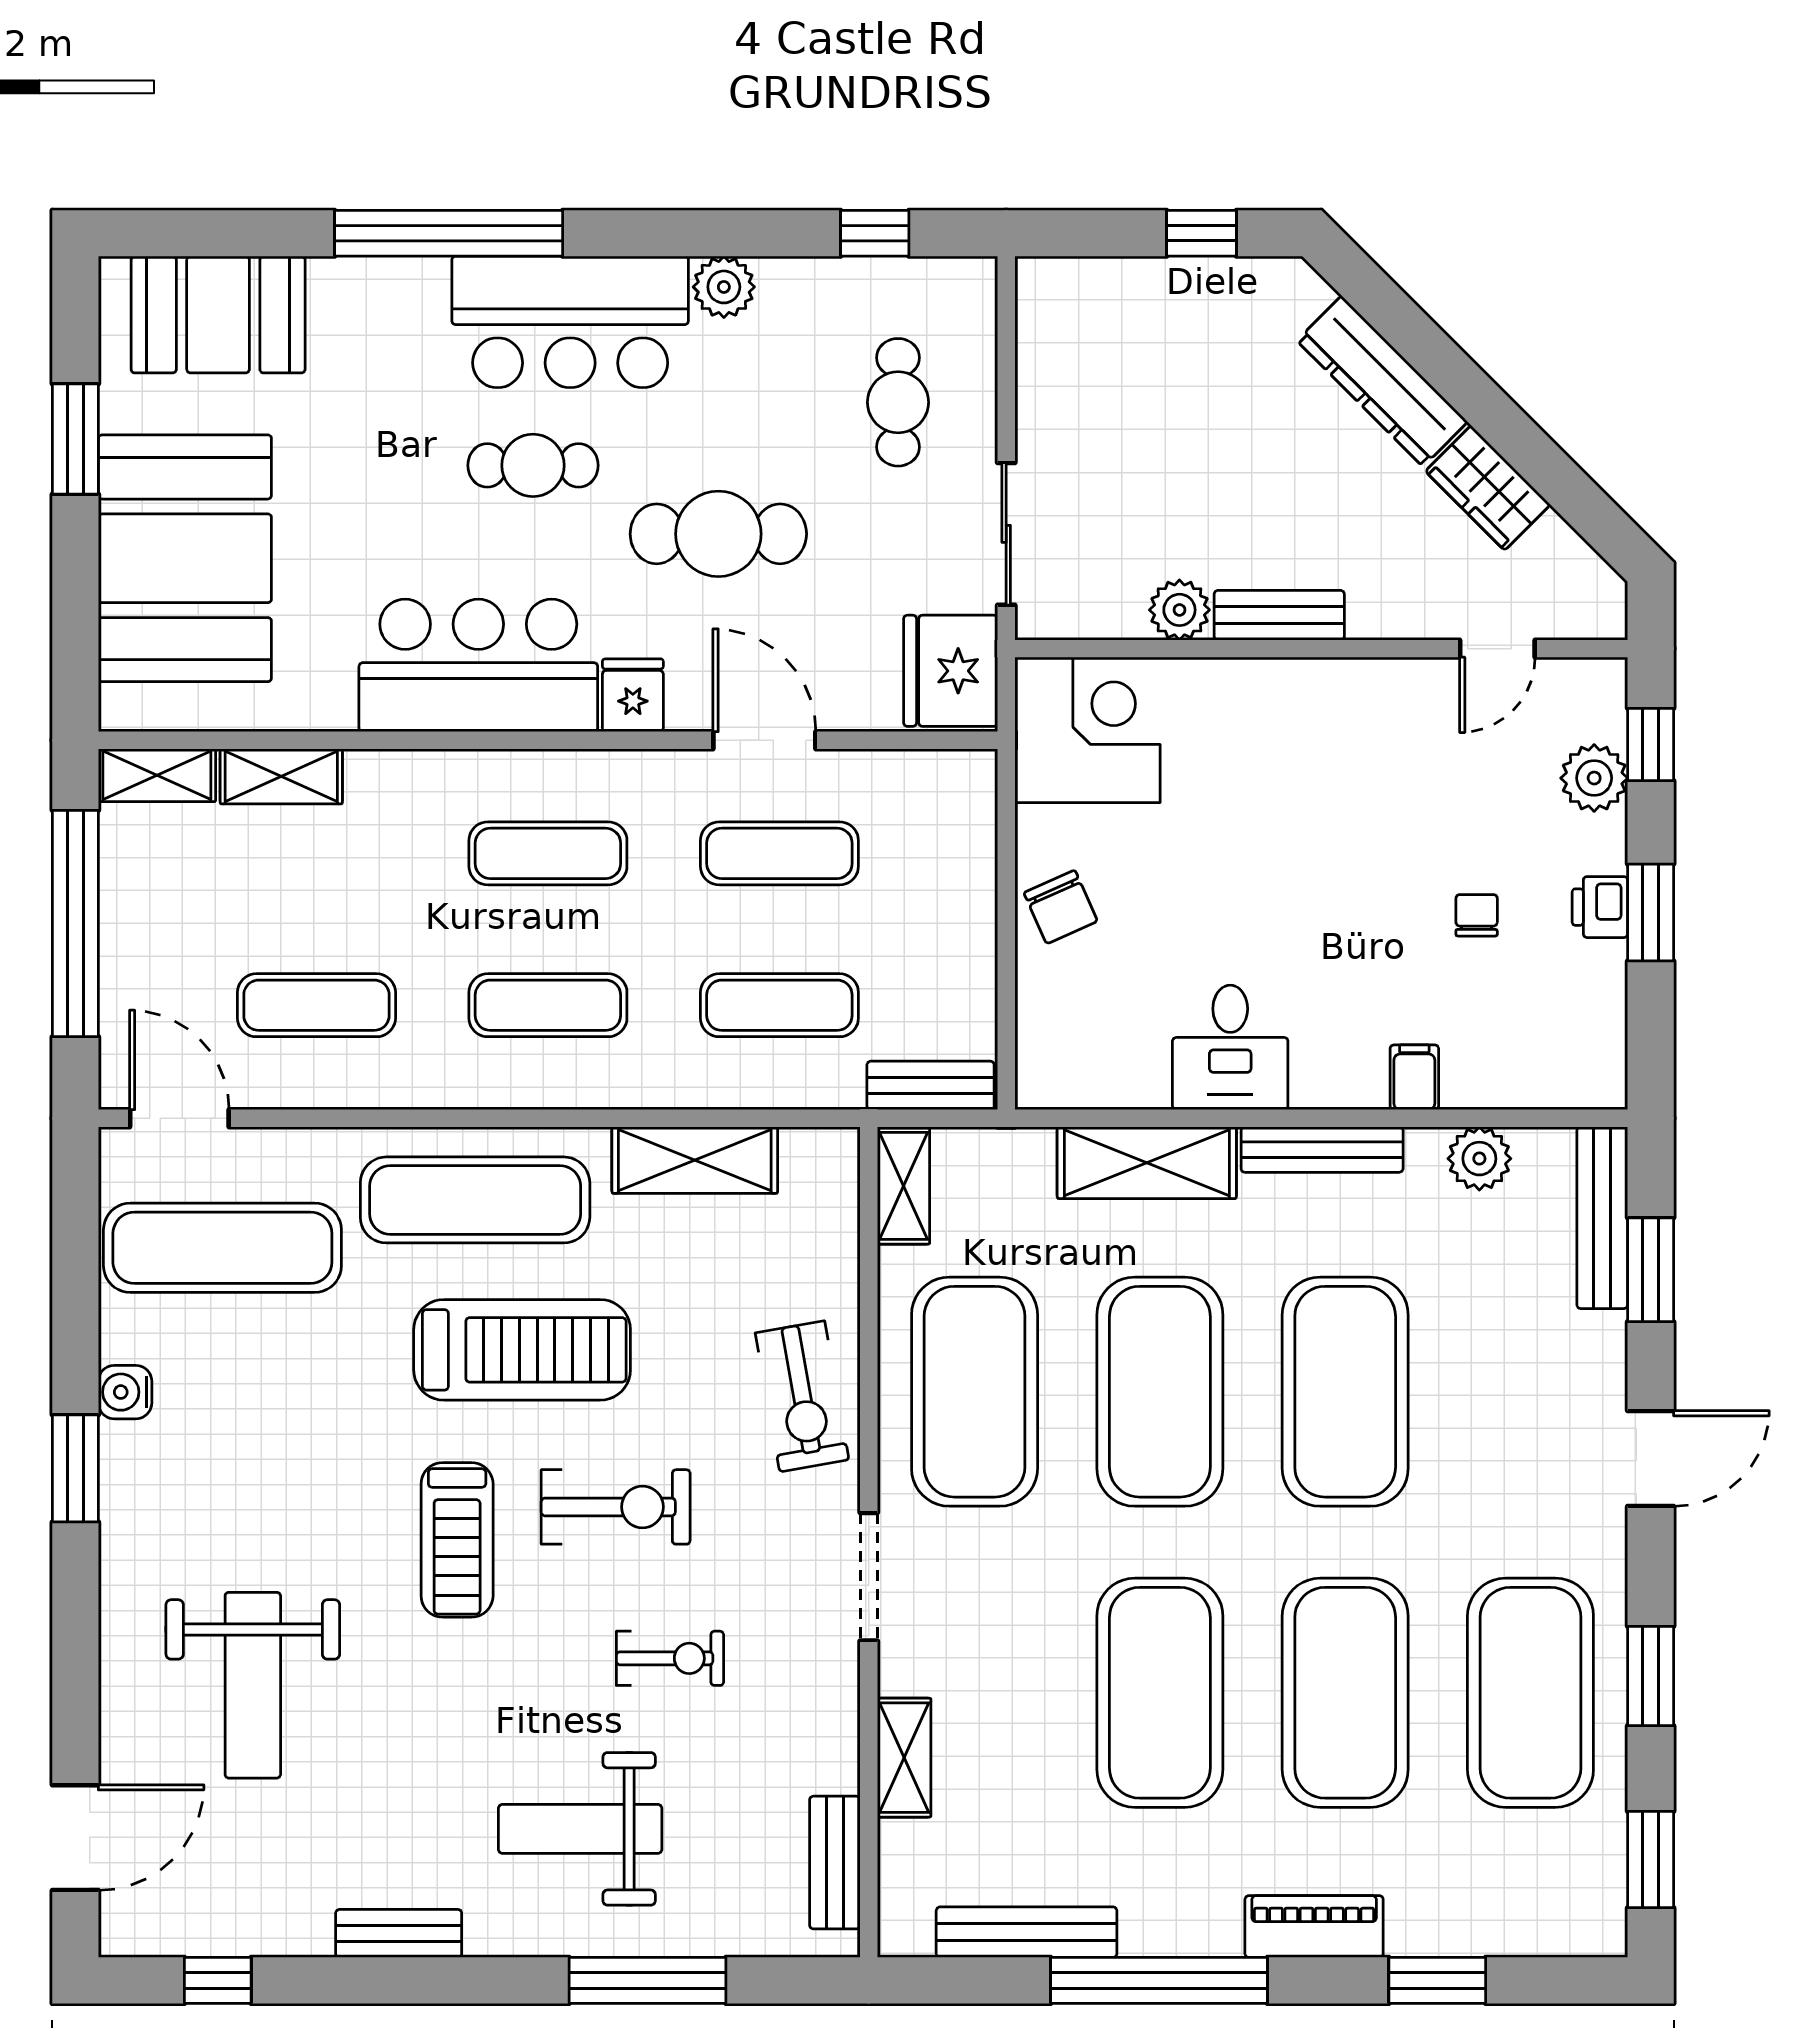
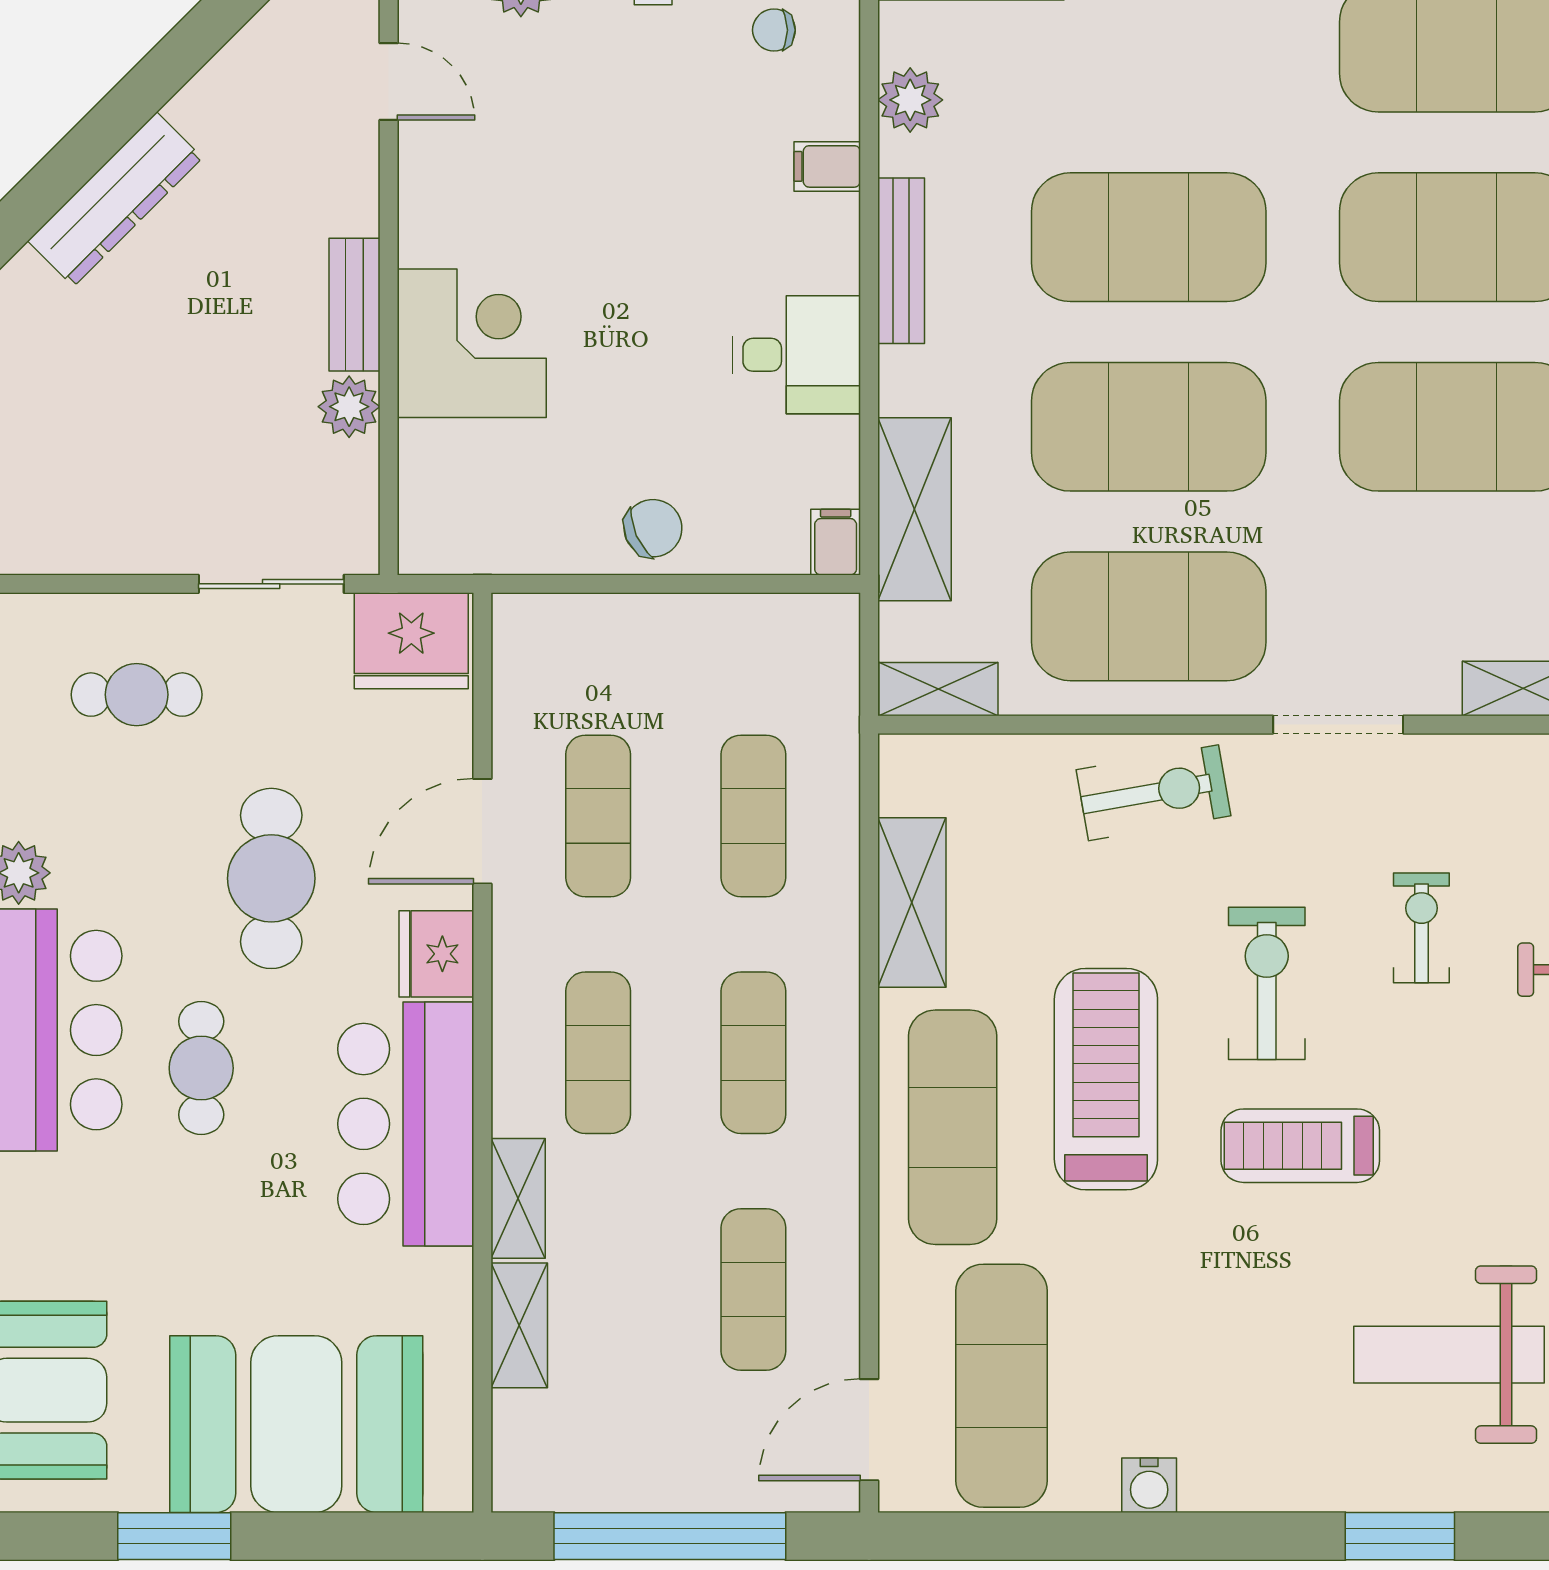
wardrobe: (1488, 488) -> (224, 91), removed
fridge: (633, 695) -> (436, 954), width x1.38
corner desk: (1087, 730) -> (472, 343), moved, turned 90
shelving: (157, 775) -> (518, 1198), moved
chair: (1477, 915) -> (774, 30), moved
bench: (931, 1085) -> (835, 661), removed
filing cabinet: (1047, 1086) -> (836, 542), added
shelving: (1147, 1163) -> (915, 509), moved
window: (75, 1468) -> (1400, 1536), moved
treadmill: (457, 1540) -> (1300, 1146), turned 180
weight bench: (253, 1685) -> (1449, 1355), turned 180

